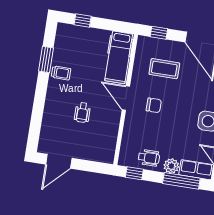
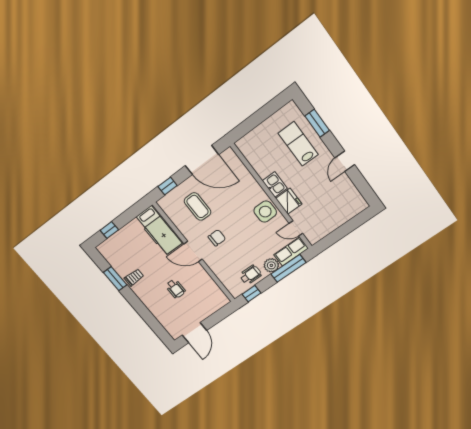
coffee table: (164, 69) -> (198, 207), turned 90

